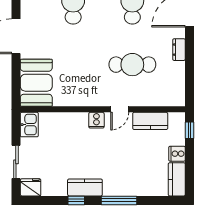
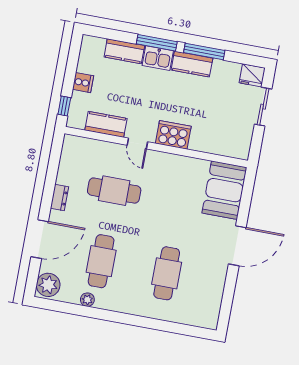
door: (120, 109) -> (137, 144), swing flipped
cooker: (96, 120) -> (173, 135), width x1.87, depth x1.31
kitchen sink: (29, 125) -> (158, 58), moved, turned -90
kitchen counter: (177, 179) -> (124, 51), moved, turned 90
window: (76, 200) -> (204, 52), width x2.17

